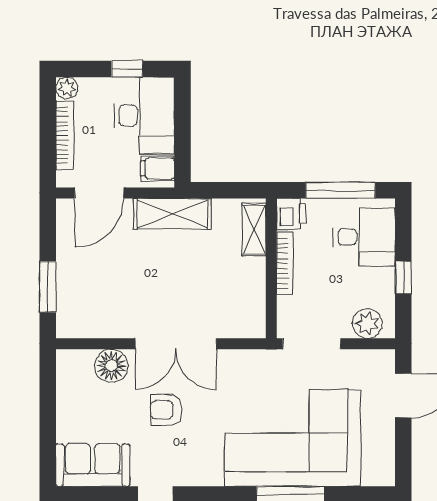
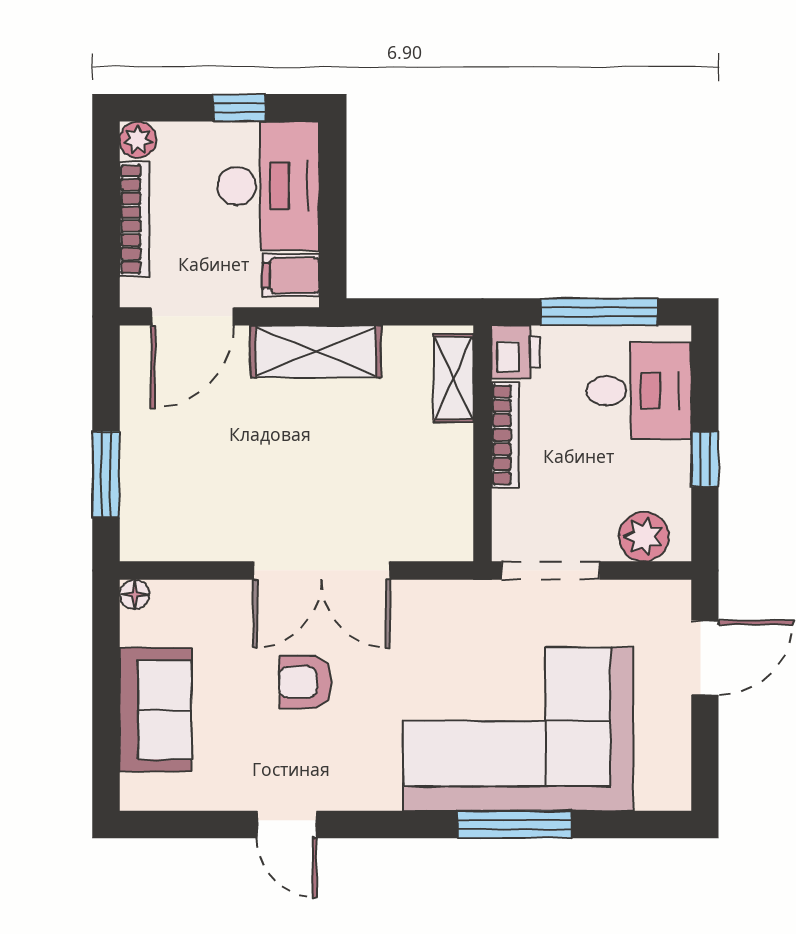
floor lamp: (111, 366) -> (134, 594), moved, width x0.53, depth x0.53
sofa: (93, 465) -> (155, 710), moved, turned 90

